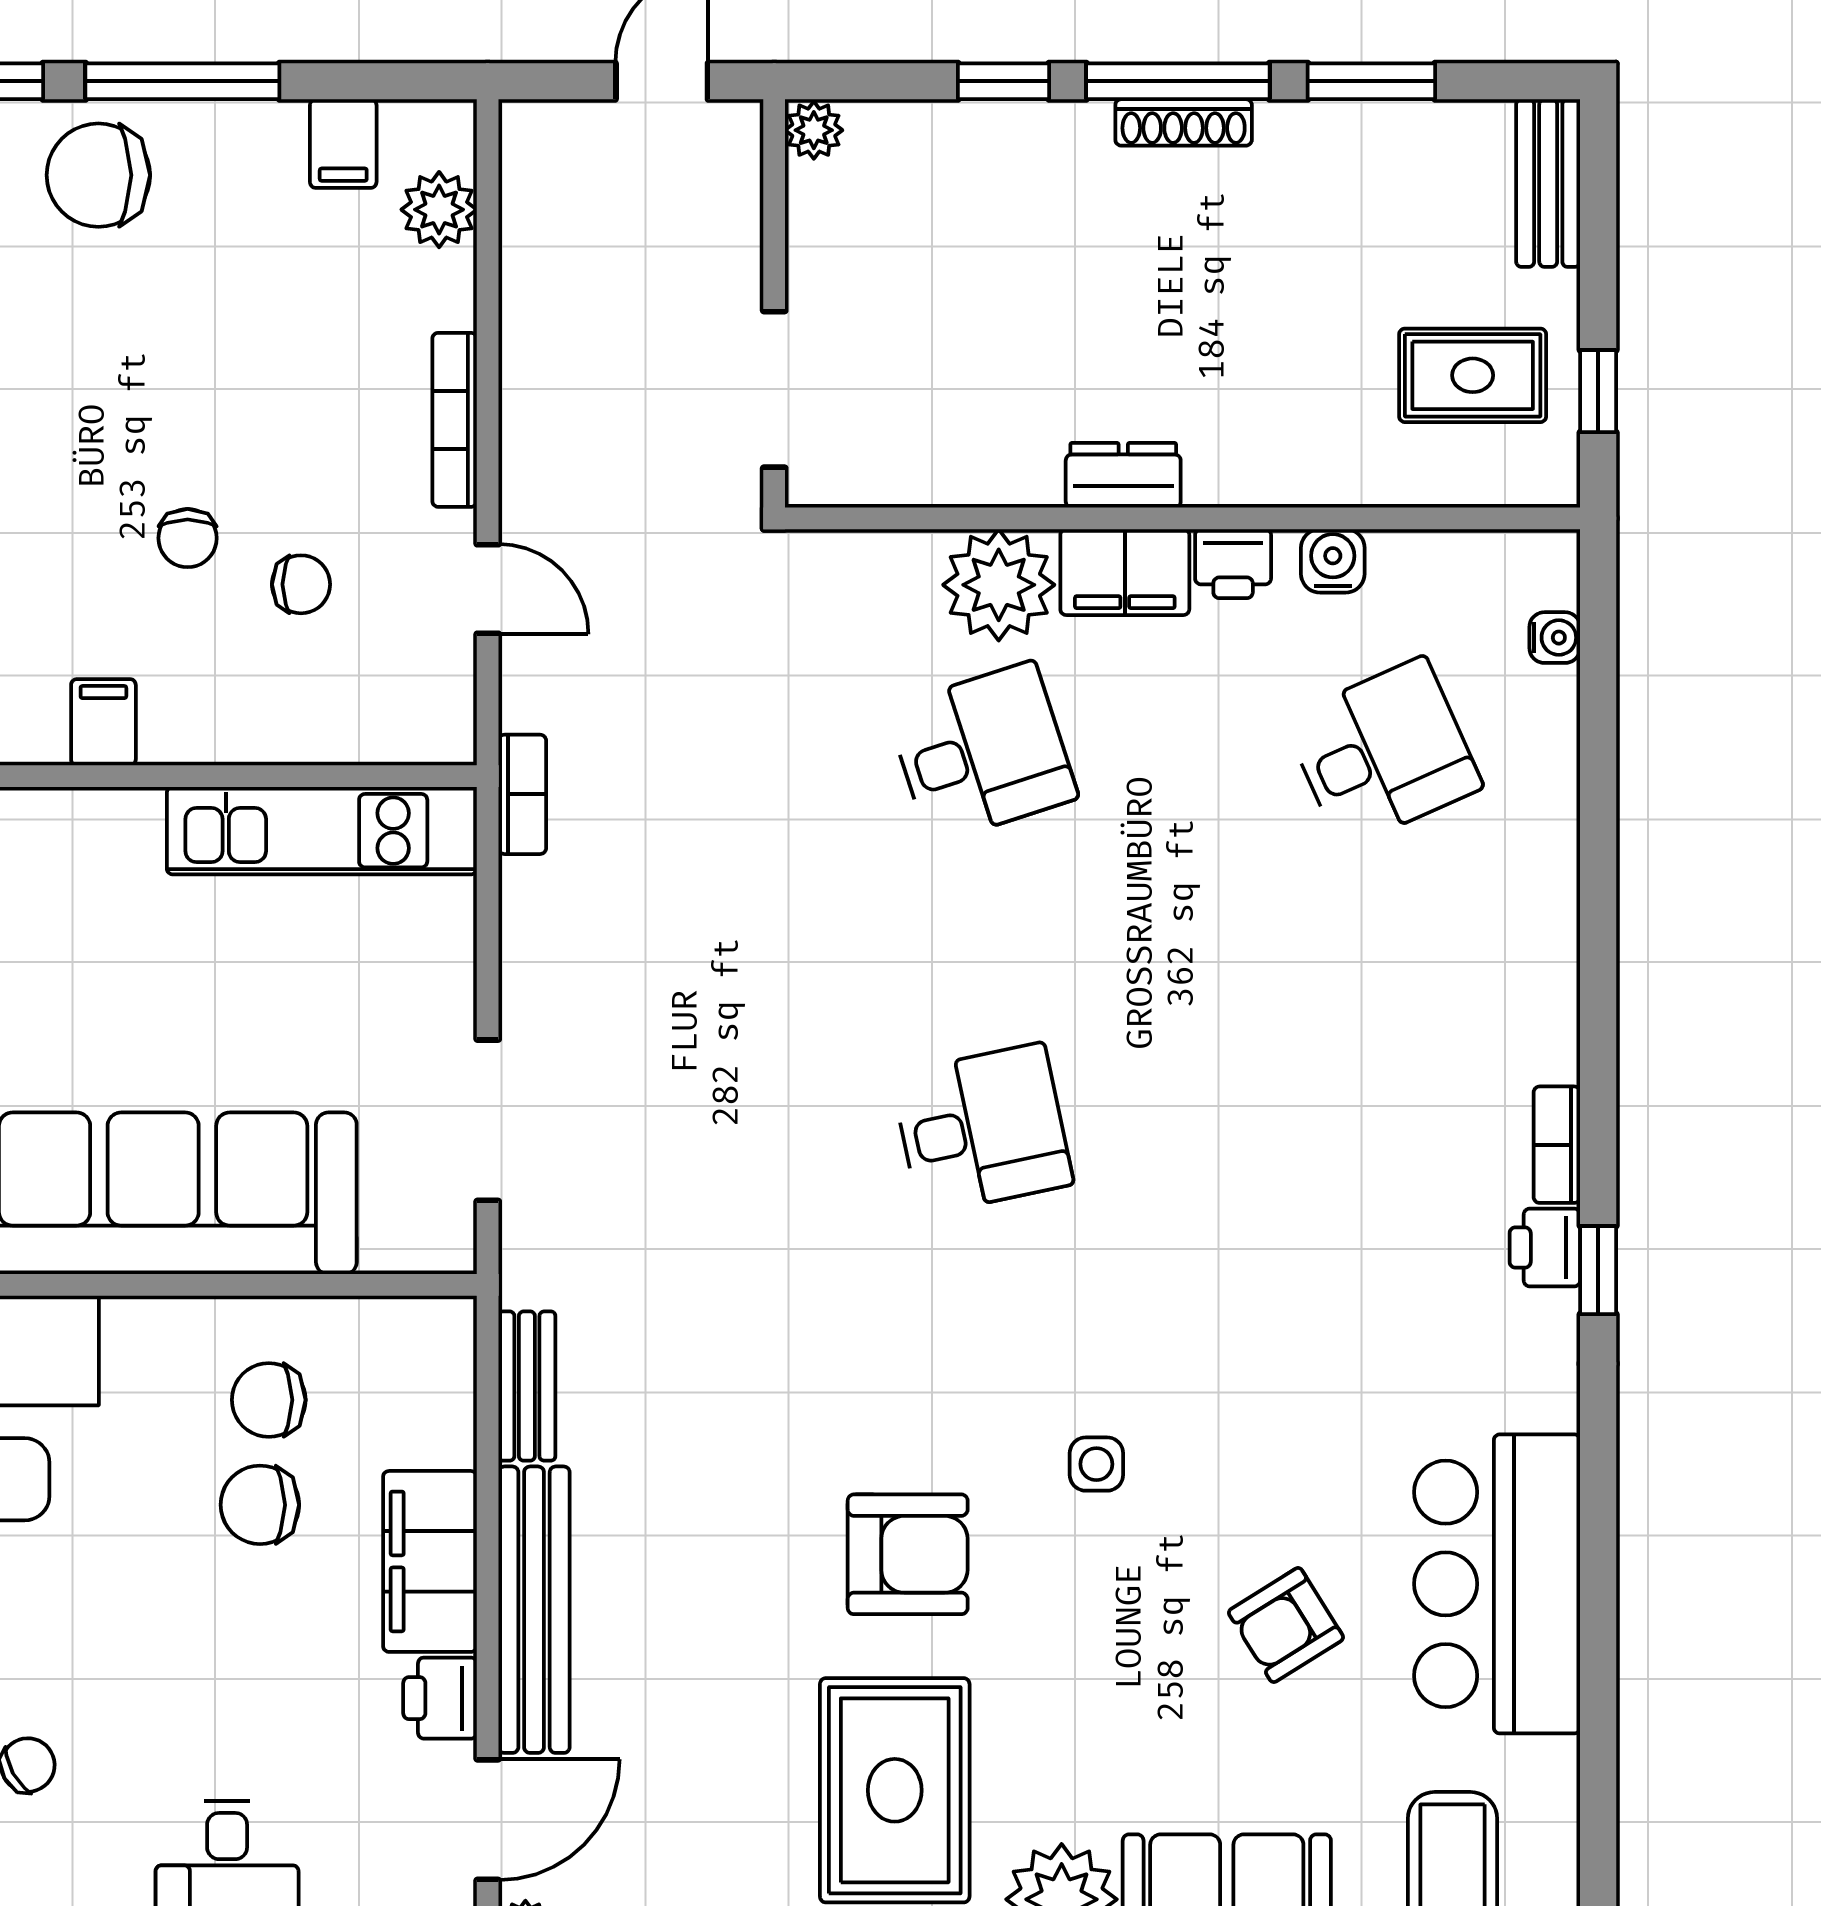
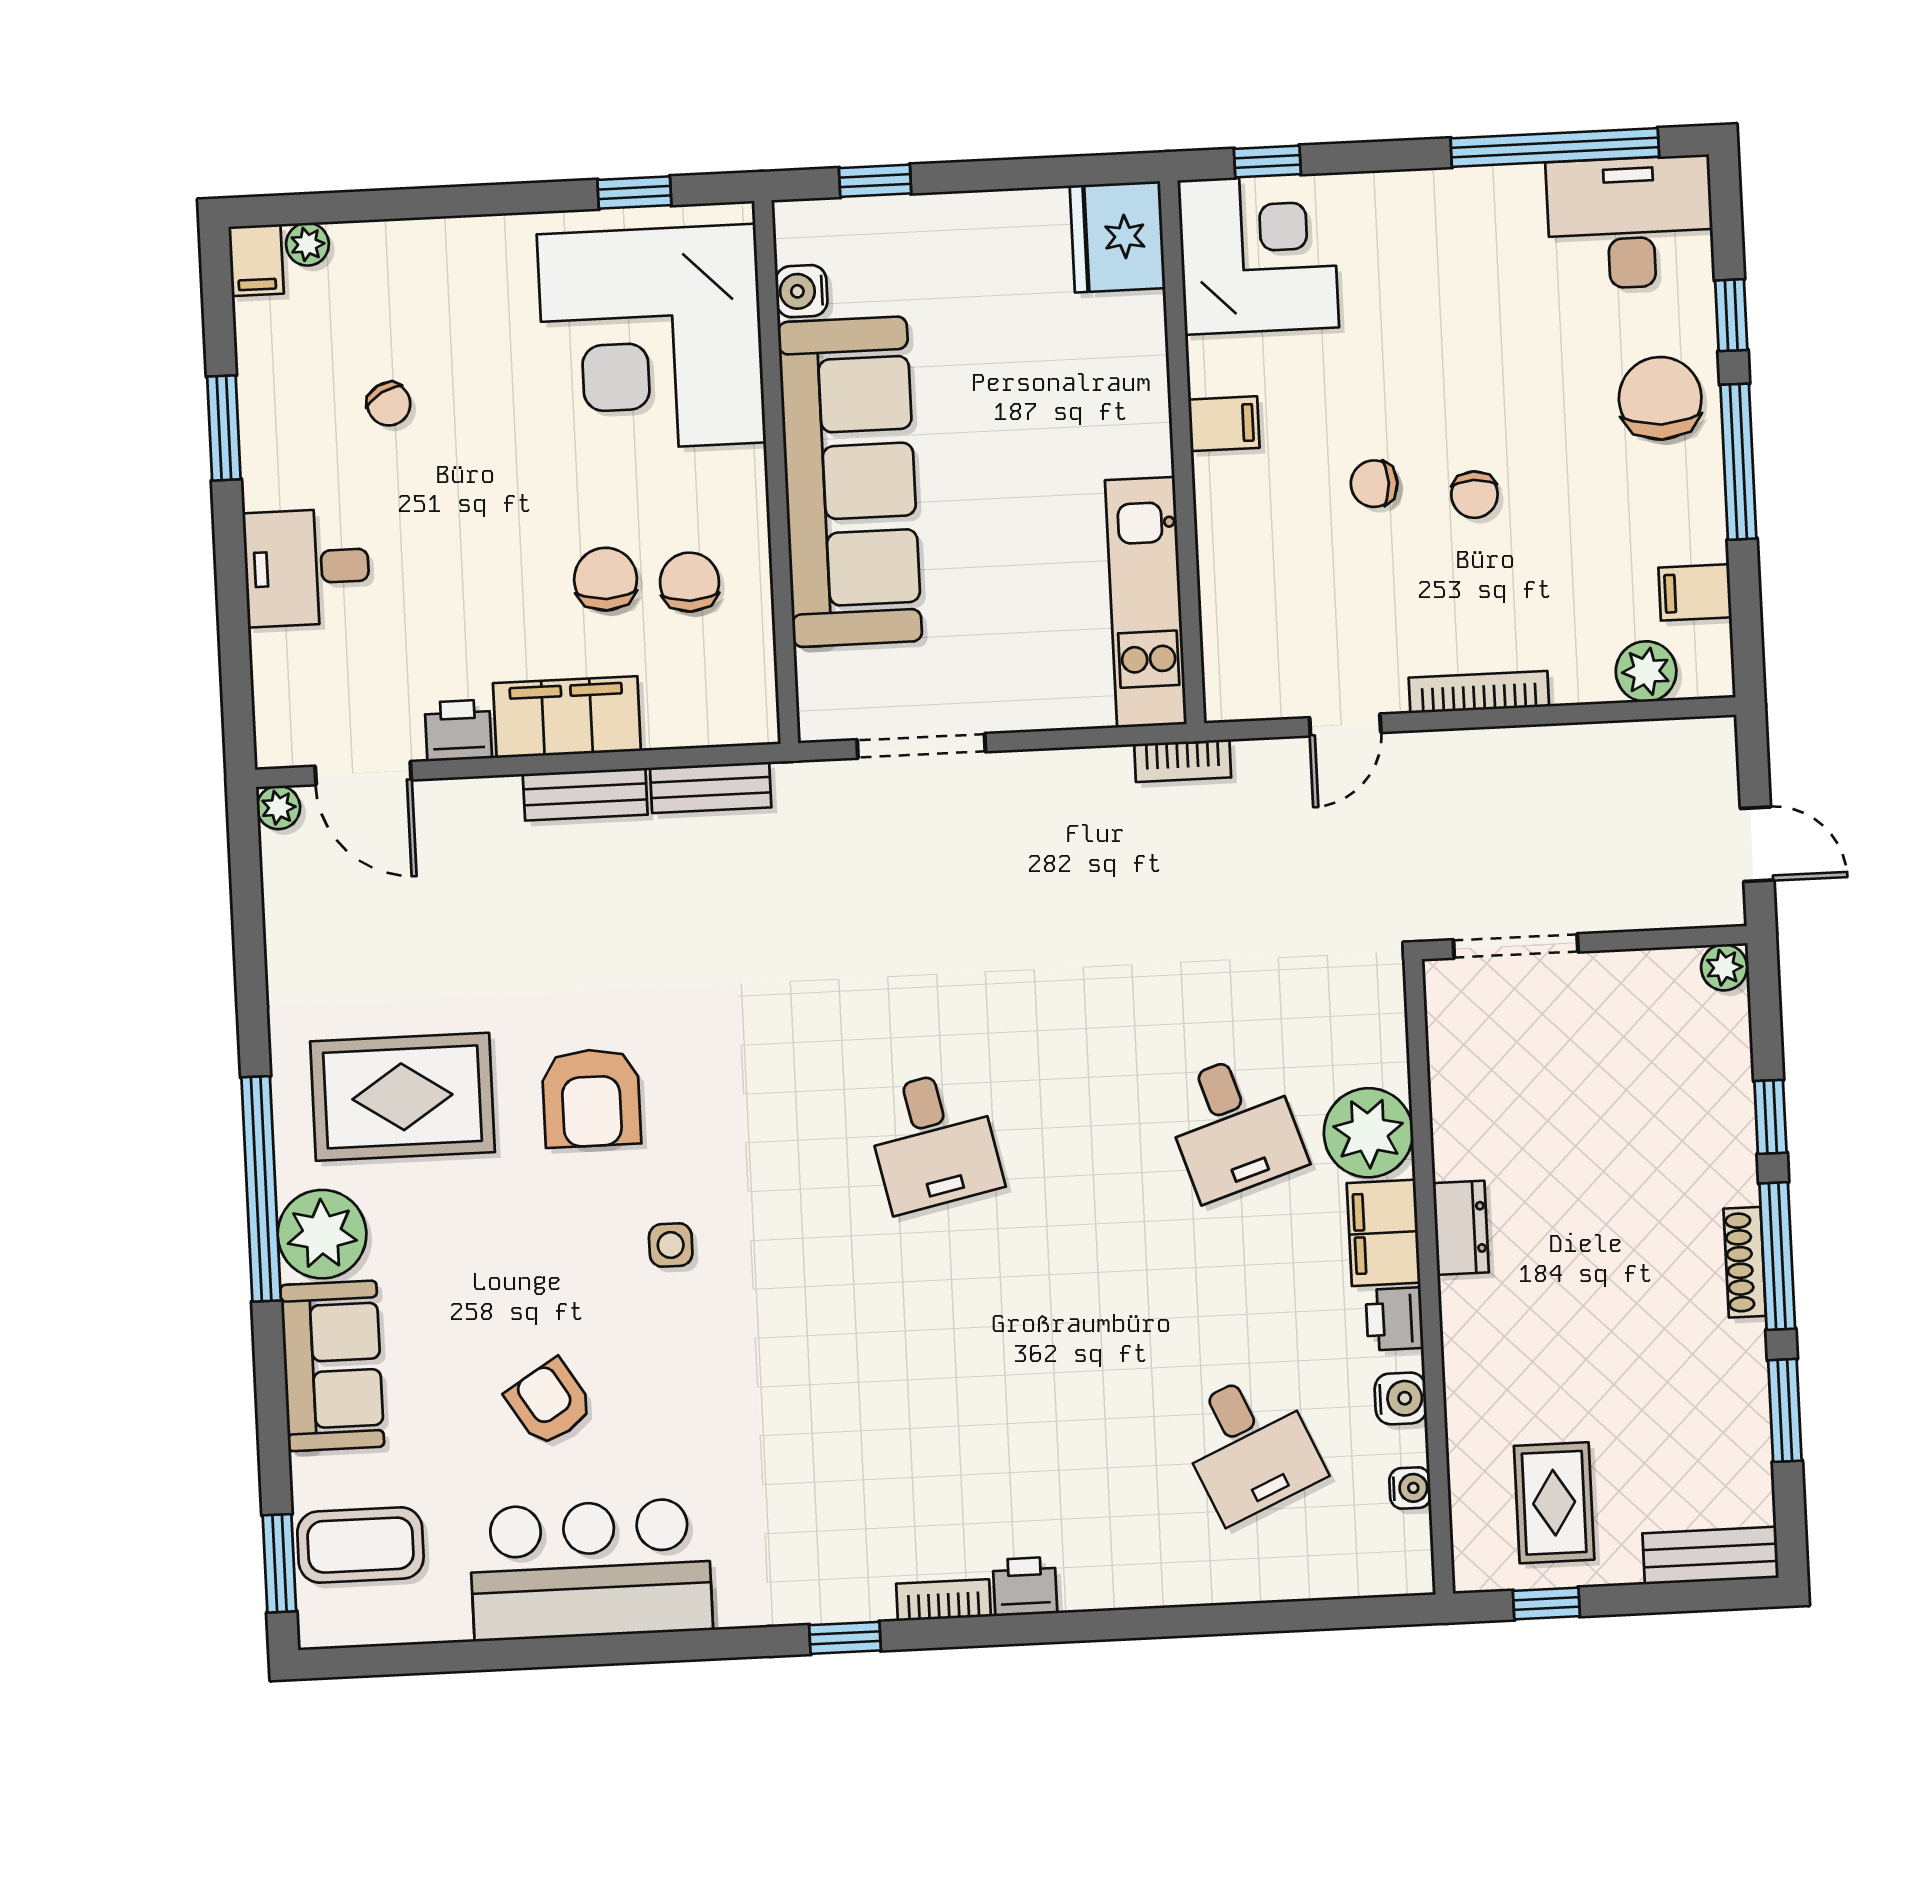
chair: (301, 584) -> (1474, 495), moved
water cooler: (1555, 638) -> (1410, 1488), moved, turned -90
printer: (1545, 1247) -> (1025, 1586), moved
bench: (534, 1610) -> (585, 794), width x0.54, depth x0.82

